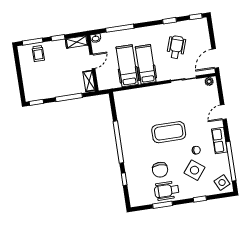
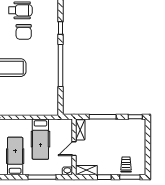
hospital bed: (146, 64) -> (15, 156), moved, turned 180
chair: (160, 170) -> (24, 32), turned 180

